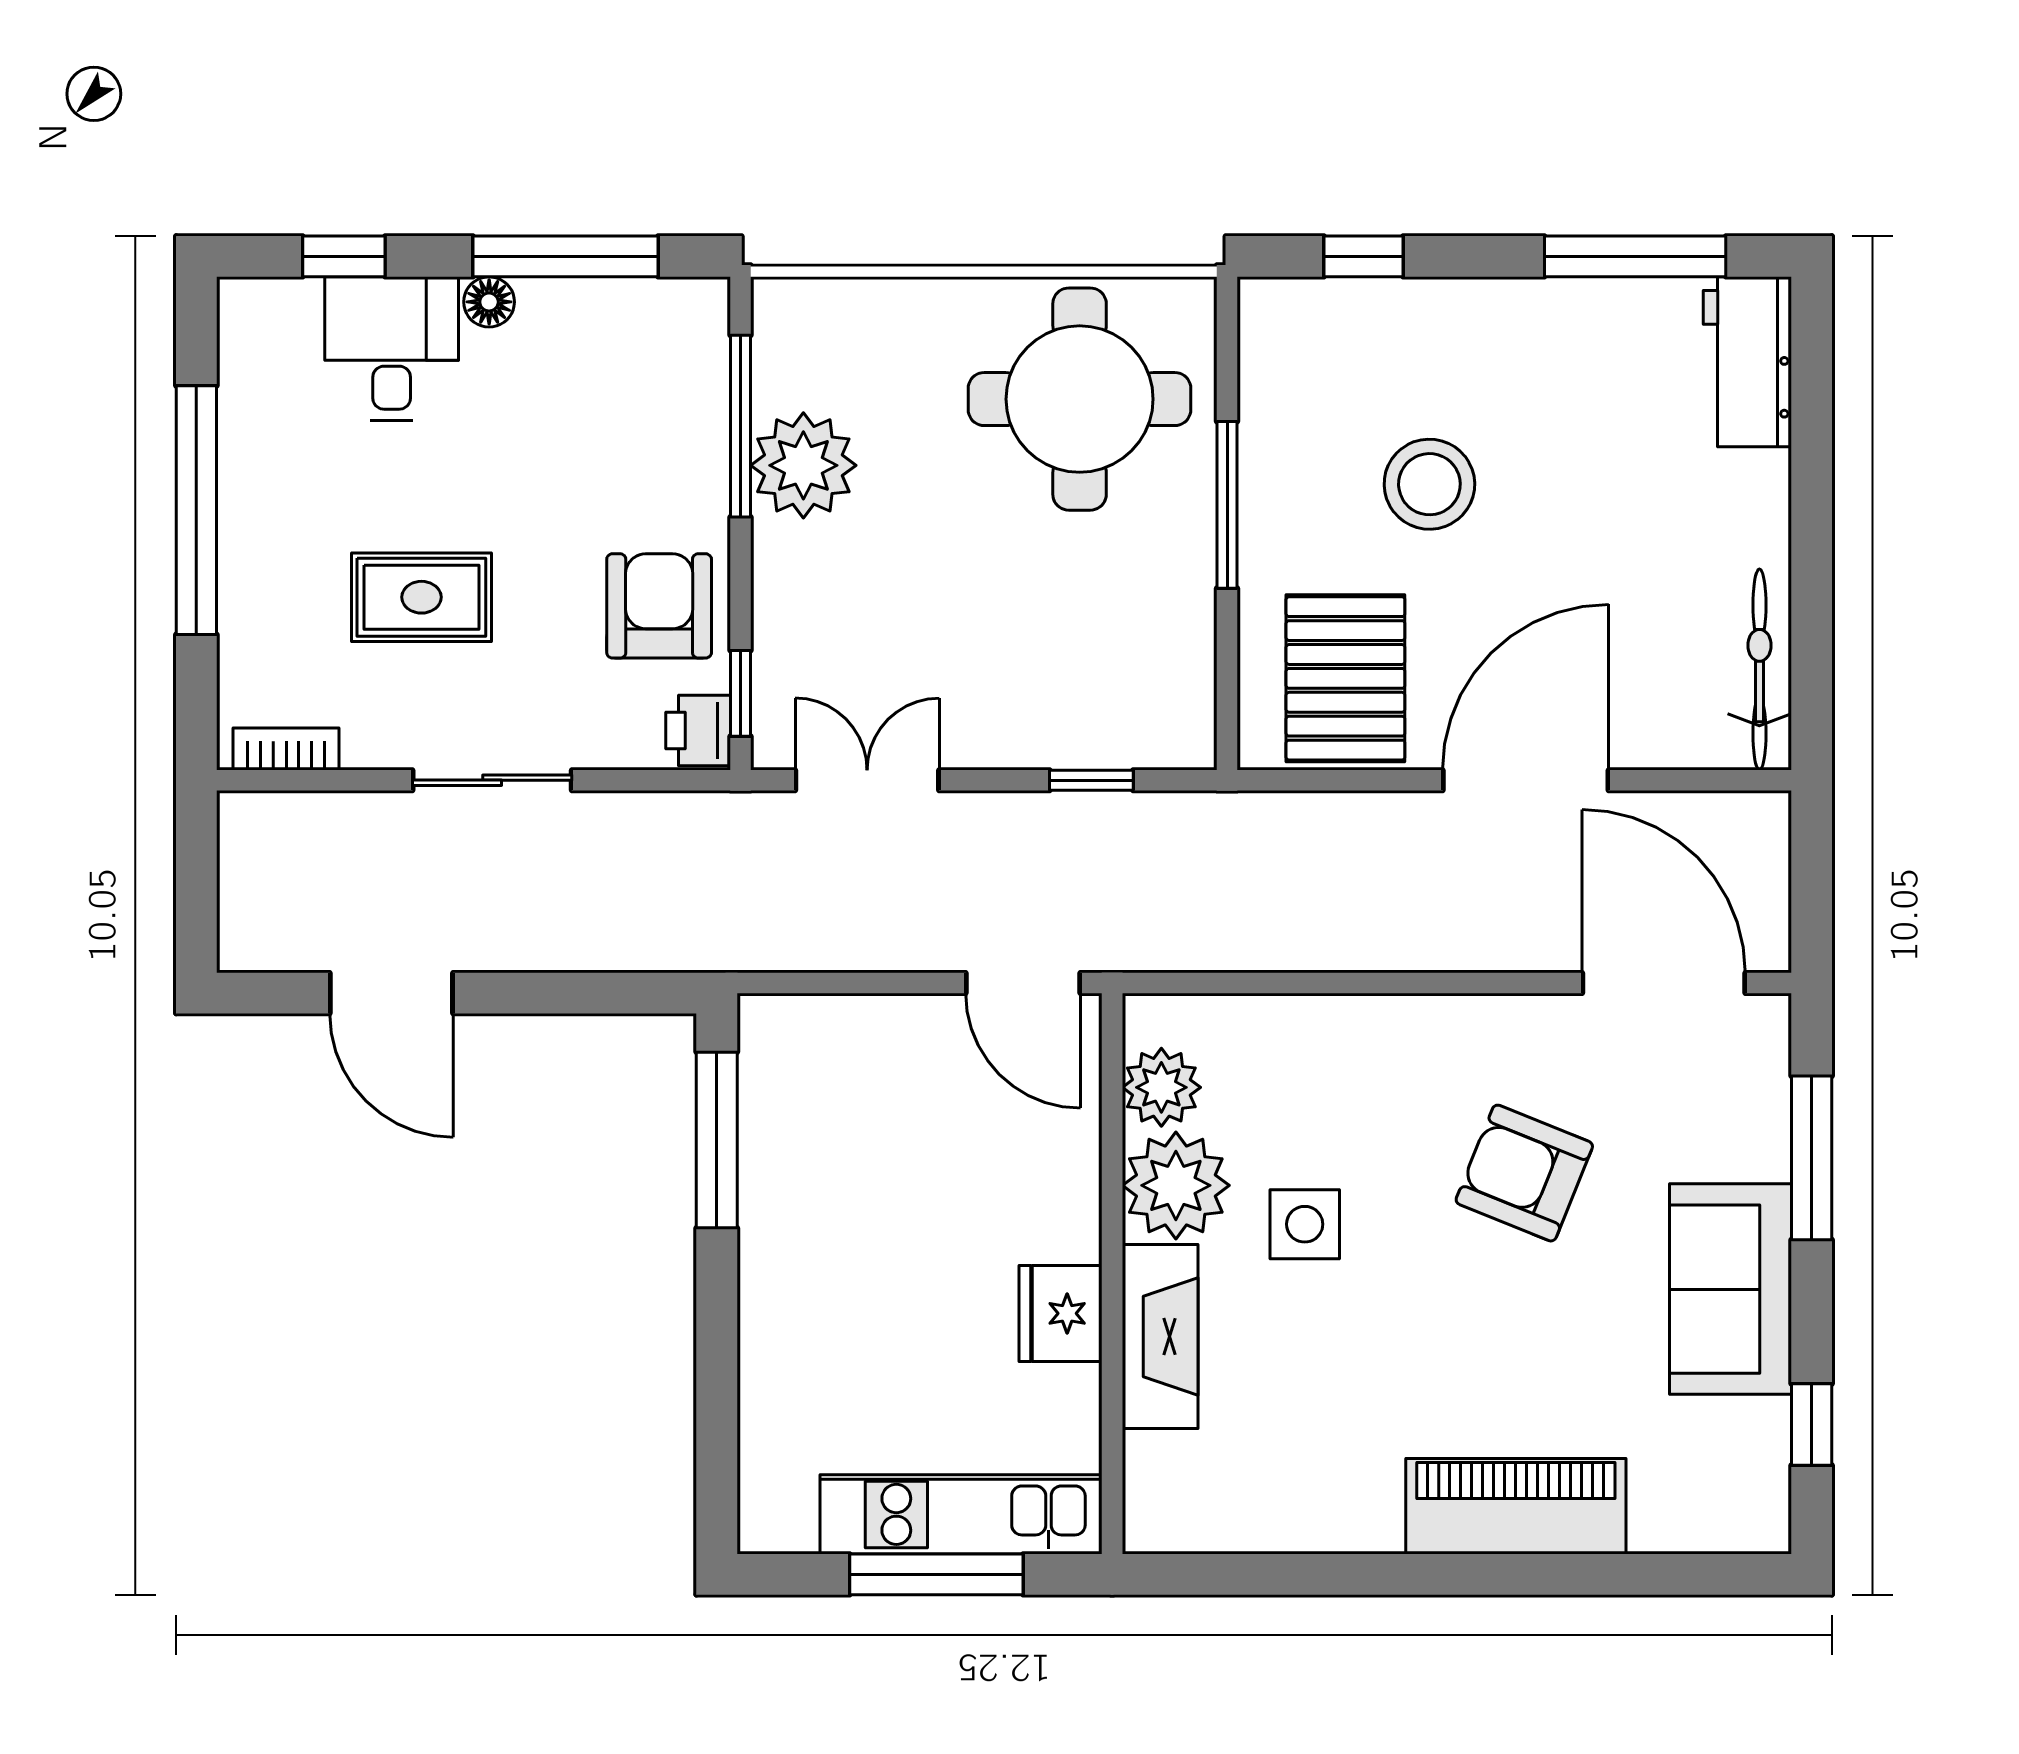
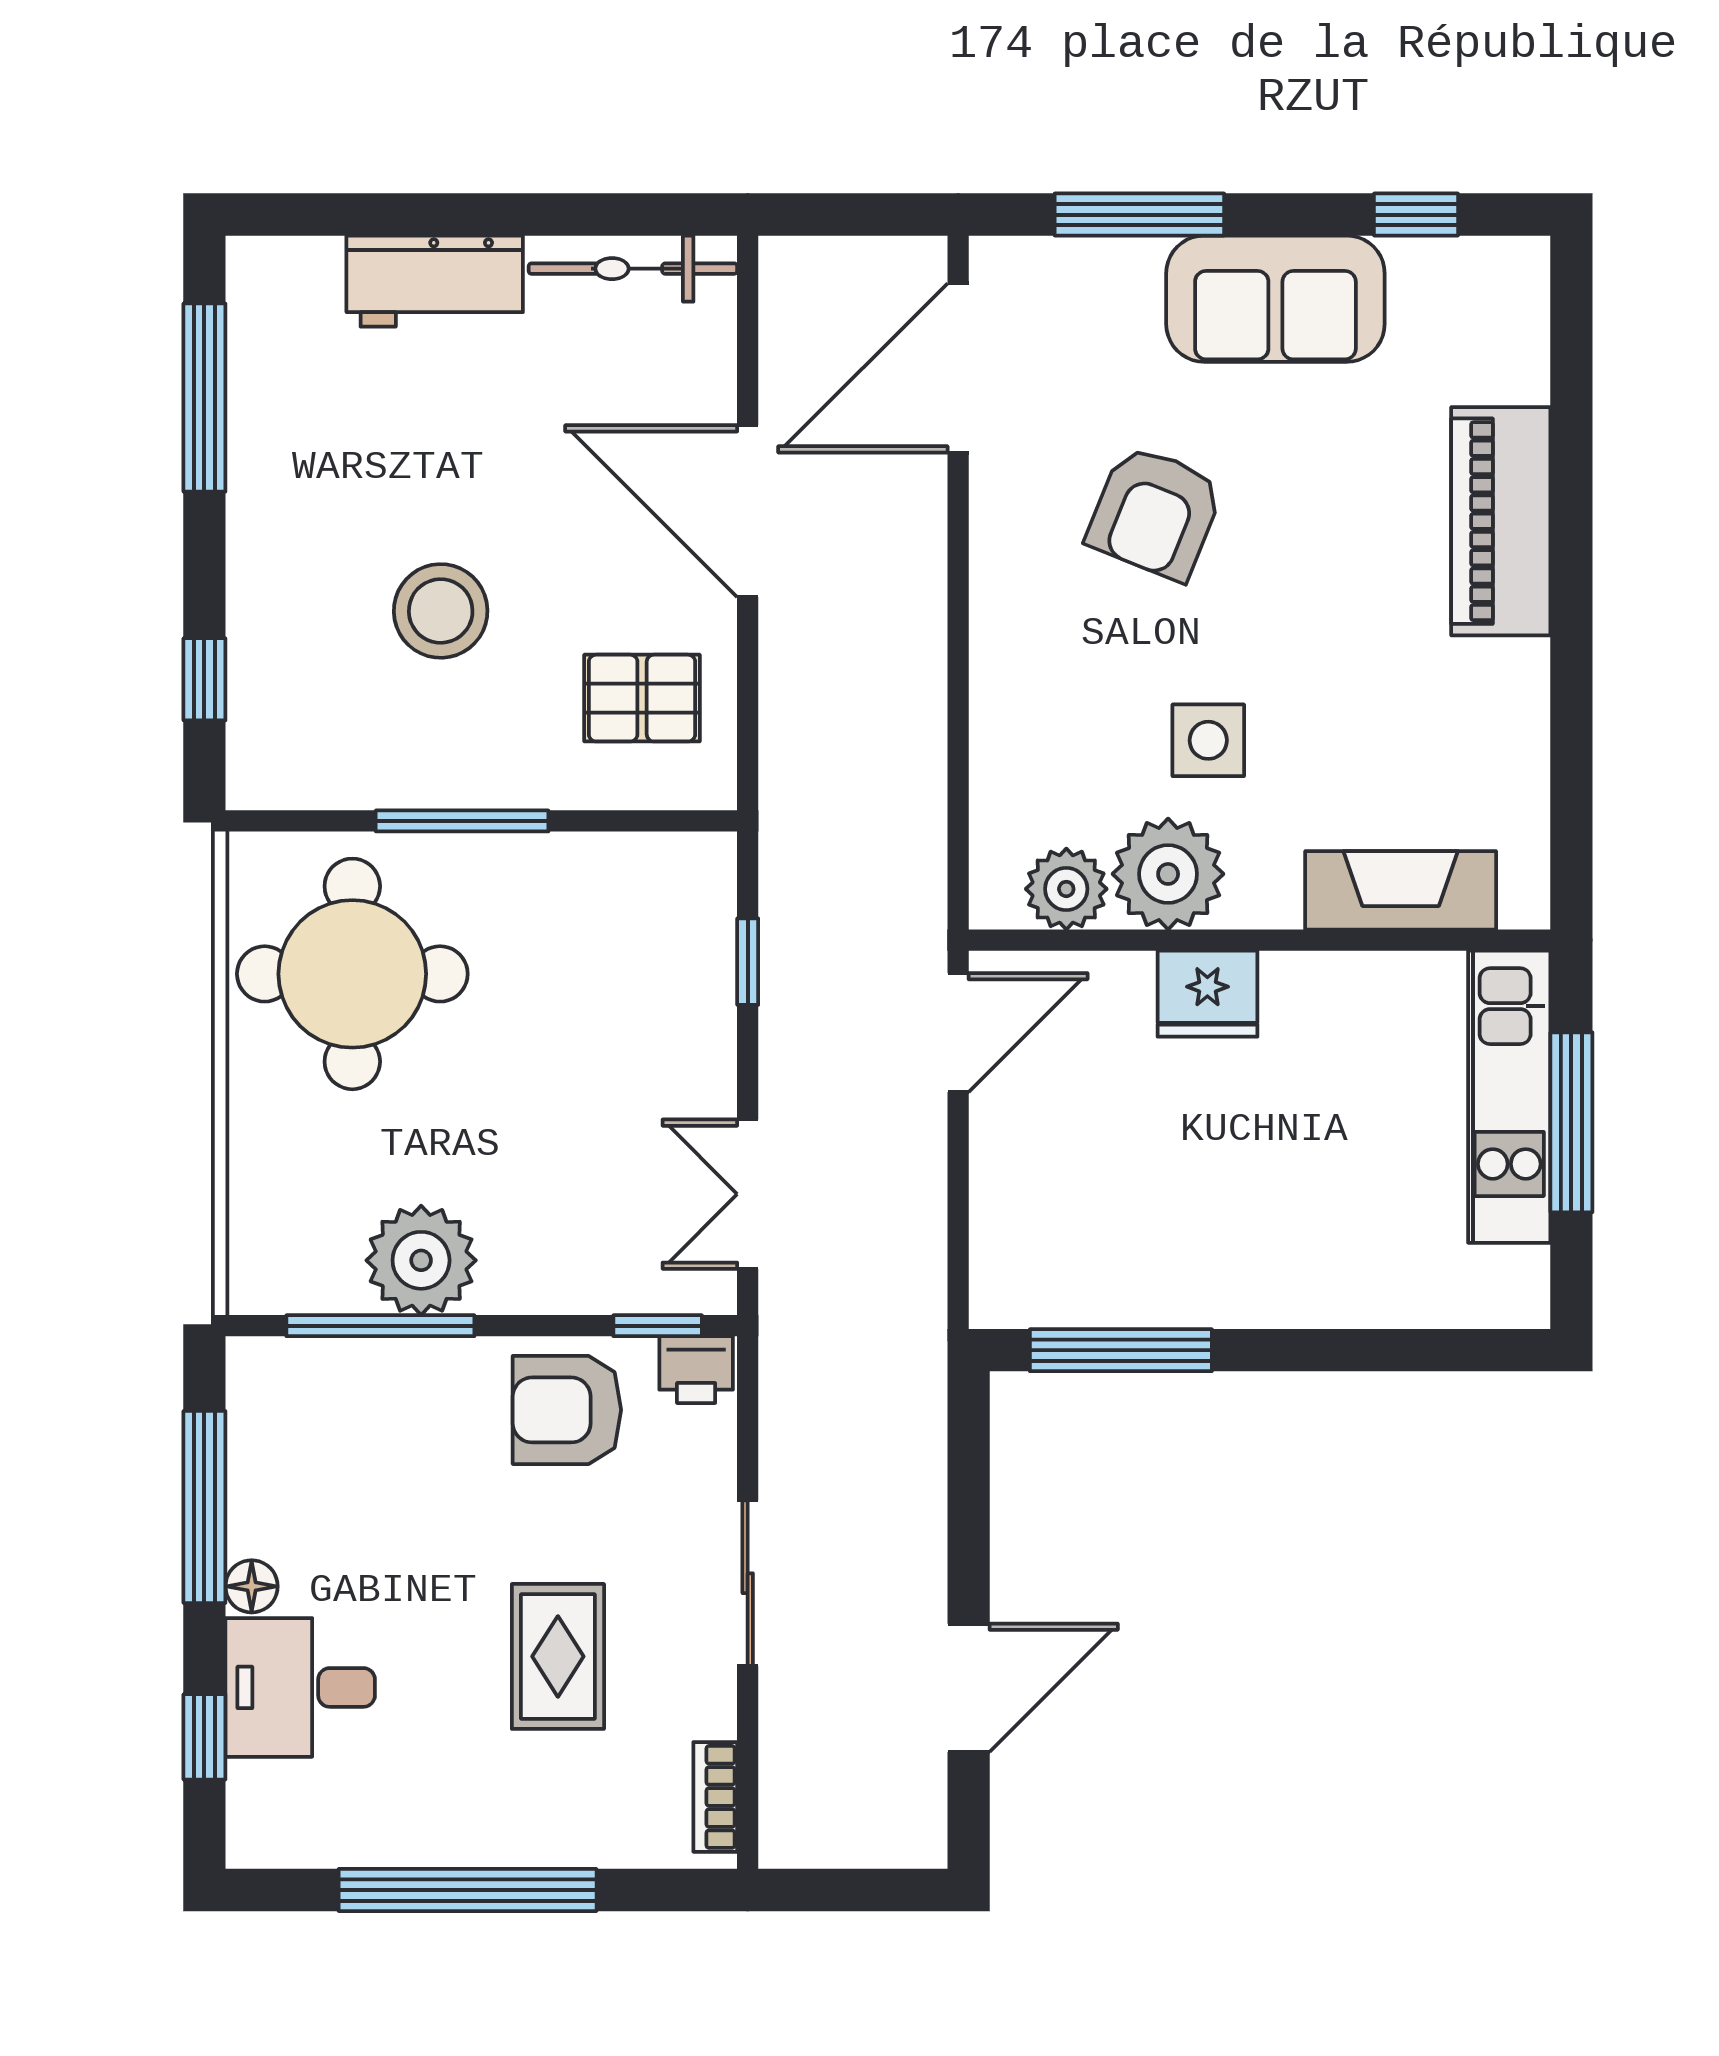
workbench: (1747, 362) -> (435, 281), moved
pallet: (1345, 678) -> (642, 698), width x0.67, depth x0.71
fridge: (1061, 1313) -> (1207, 994), moved
fireplace: (1160, 1337) -> (1401, 890), moved

